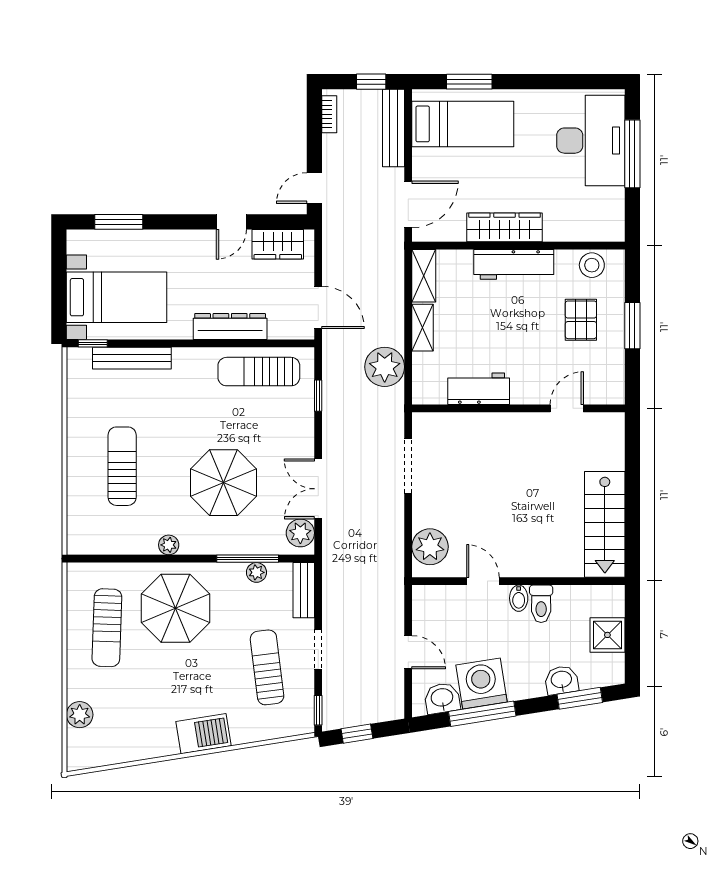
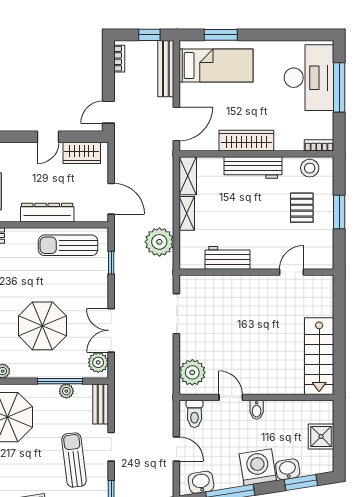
bookcase: (605, 234) -> (319, 145), added
toilet: (541, 604) -> (194, 414), moved
washing machine: (481, 684) -> (258, 467), moved

